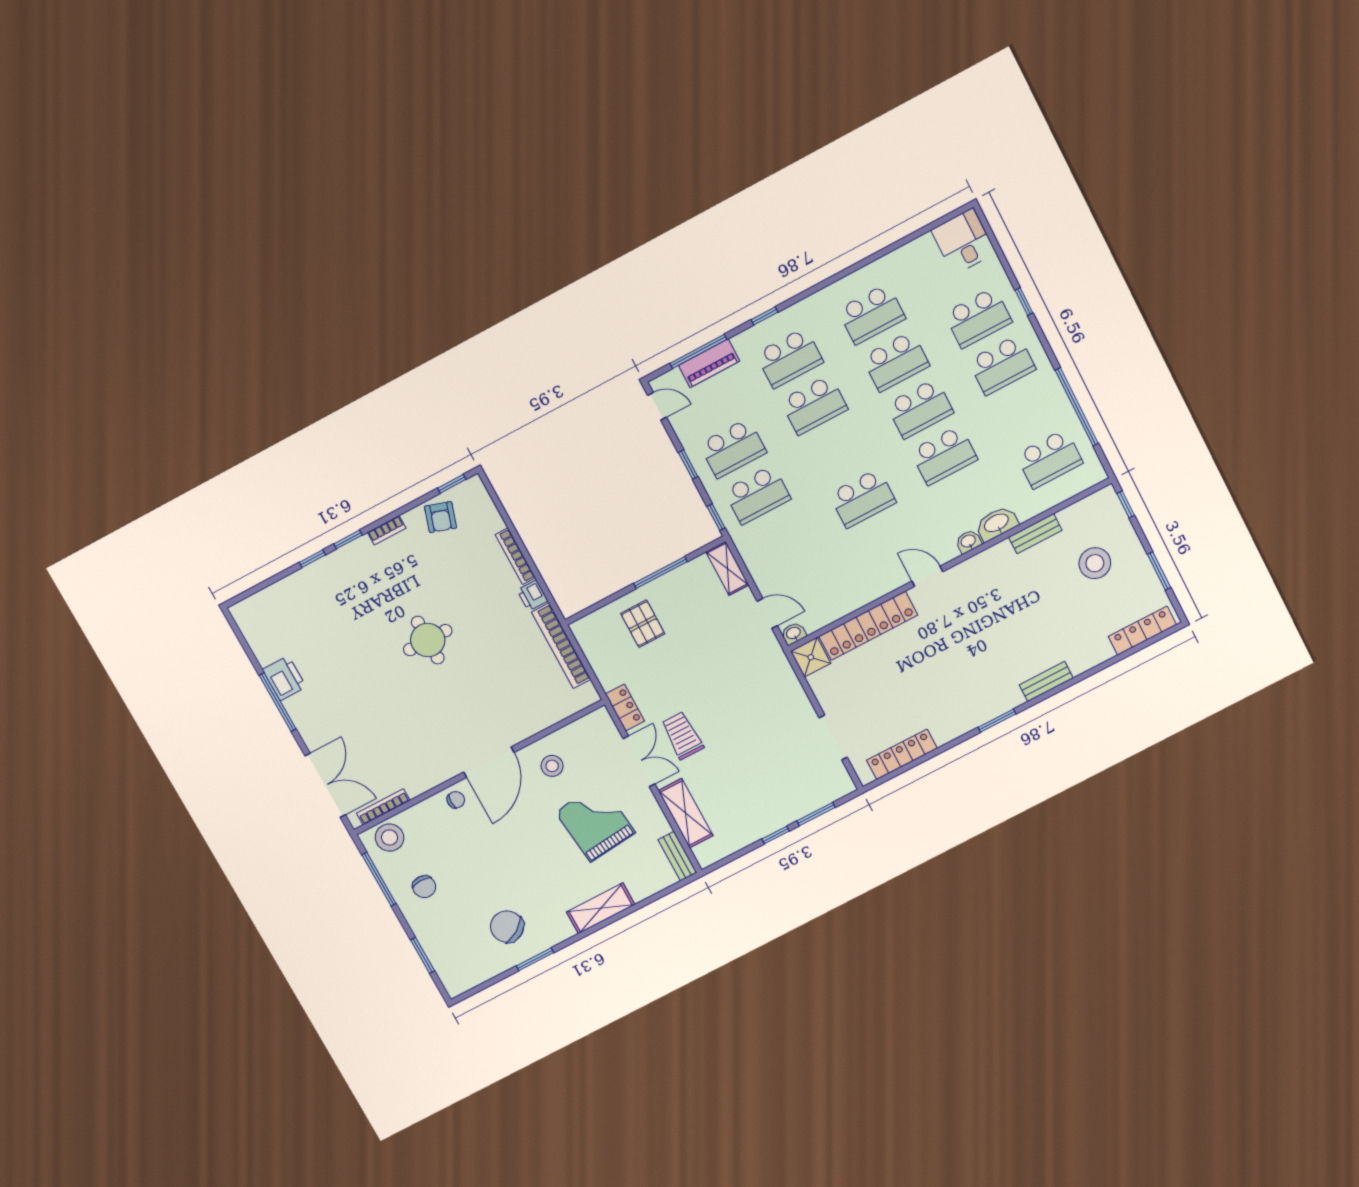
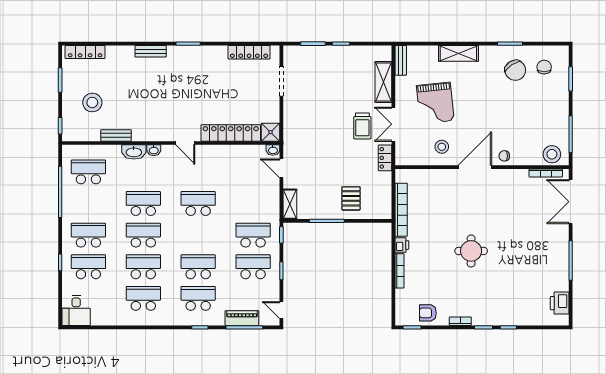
armchair: (441, 517) -> (428, 313), turned -108
printer: (284, 678) -> (560, 303), moved
chair: (424, 887) -> (544, 67), moved

